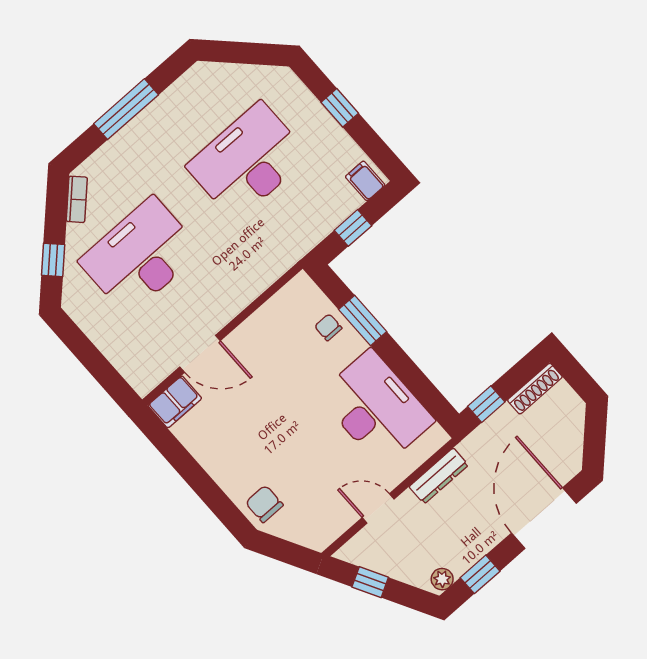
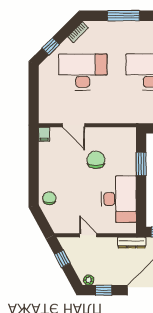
chair: (328, 327) -> (96, 160), moved, width x1.87, depth x1.87
filing cabinet: (175, 402) -> (44, 134), width x0.50
dresser: (439, 476) -> (132, 243), moved

